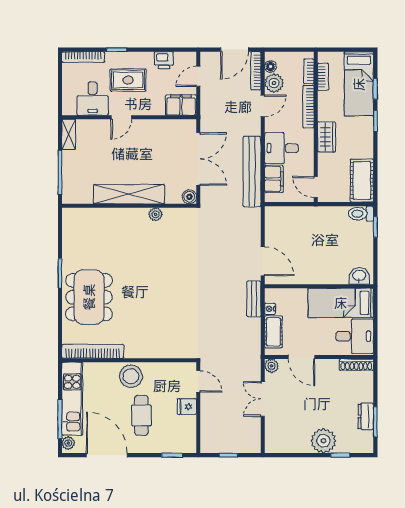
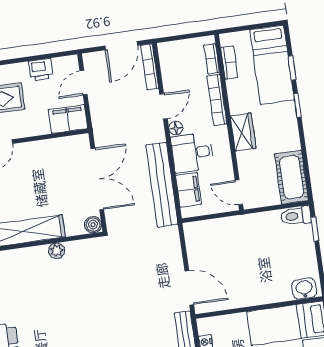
floor lamp: (270, 67) -> (176, 128), moved
plant: (274, 83) -> (173, 78), removed

